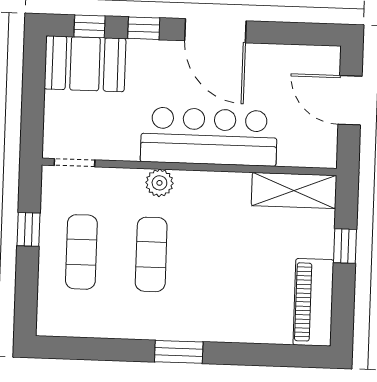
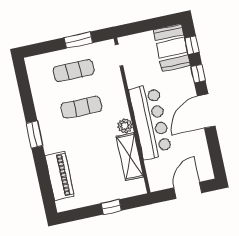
plant: (159, 183) -> (125, 126), moved
shelving: (294, 190) -> (130, 157), moved
window: (29, 229) -> (78, 40), width x1.50
piano: (313, 302) -> (60, 176), moved, turned 90

